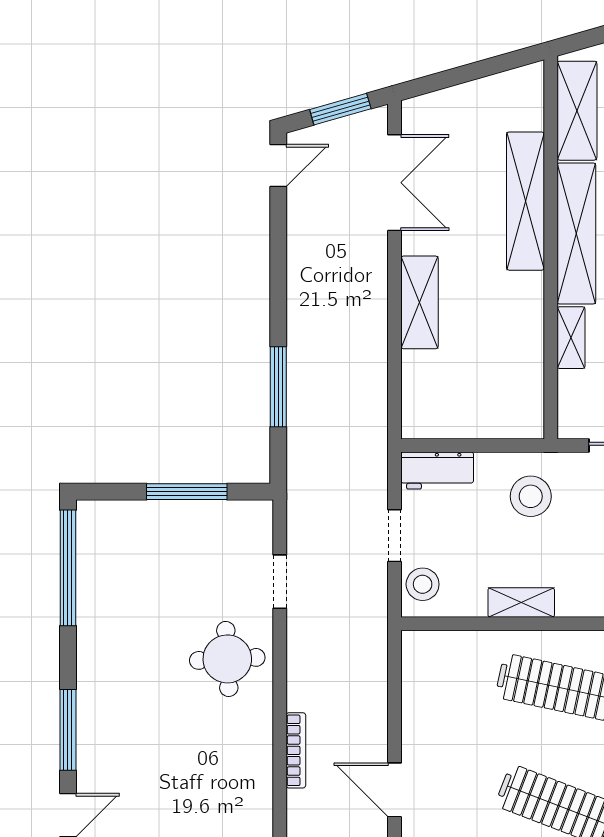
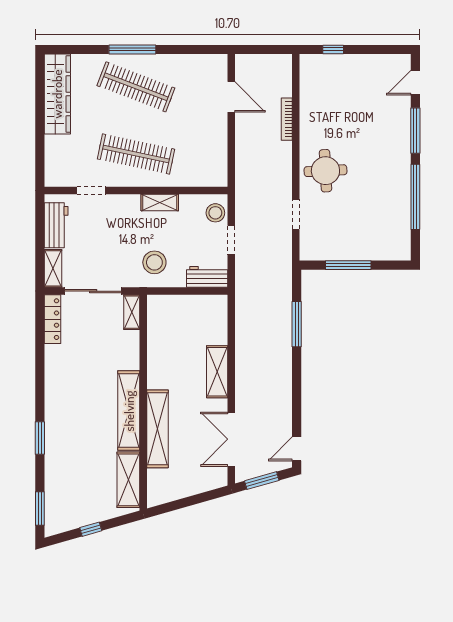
shelving: (571, 338) -> (132, 312), moved
window: (68, 568) -> (415, 197), moved

